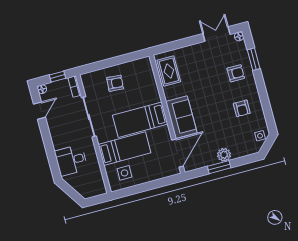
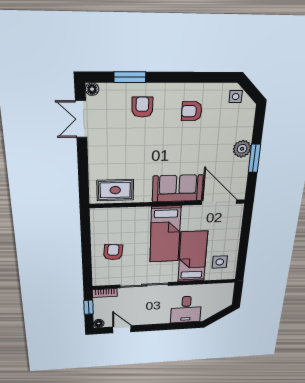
armchair: (242, 108) -> (192, 111), turned 180

